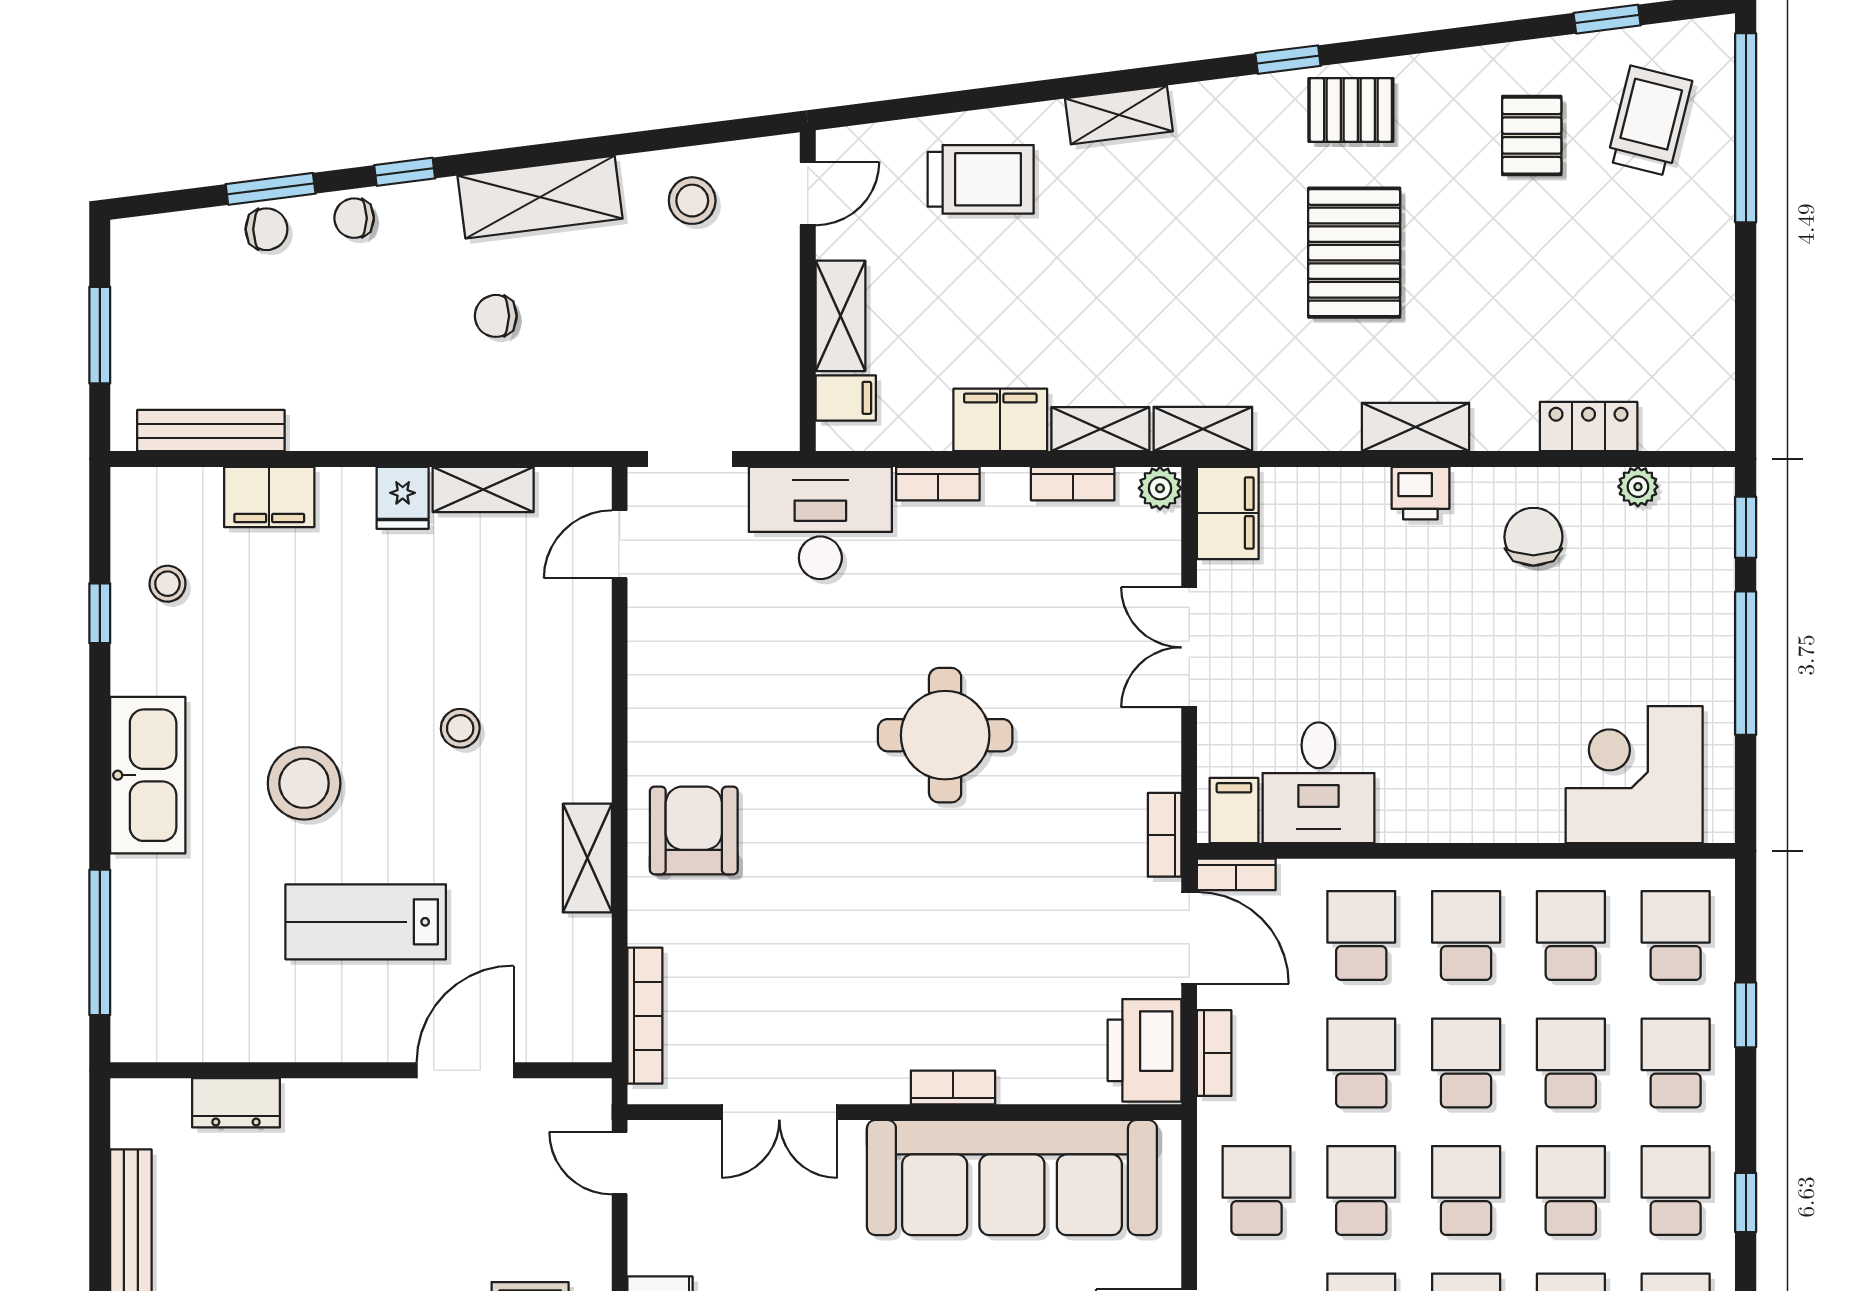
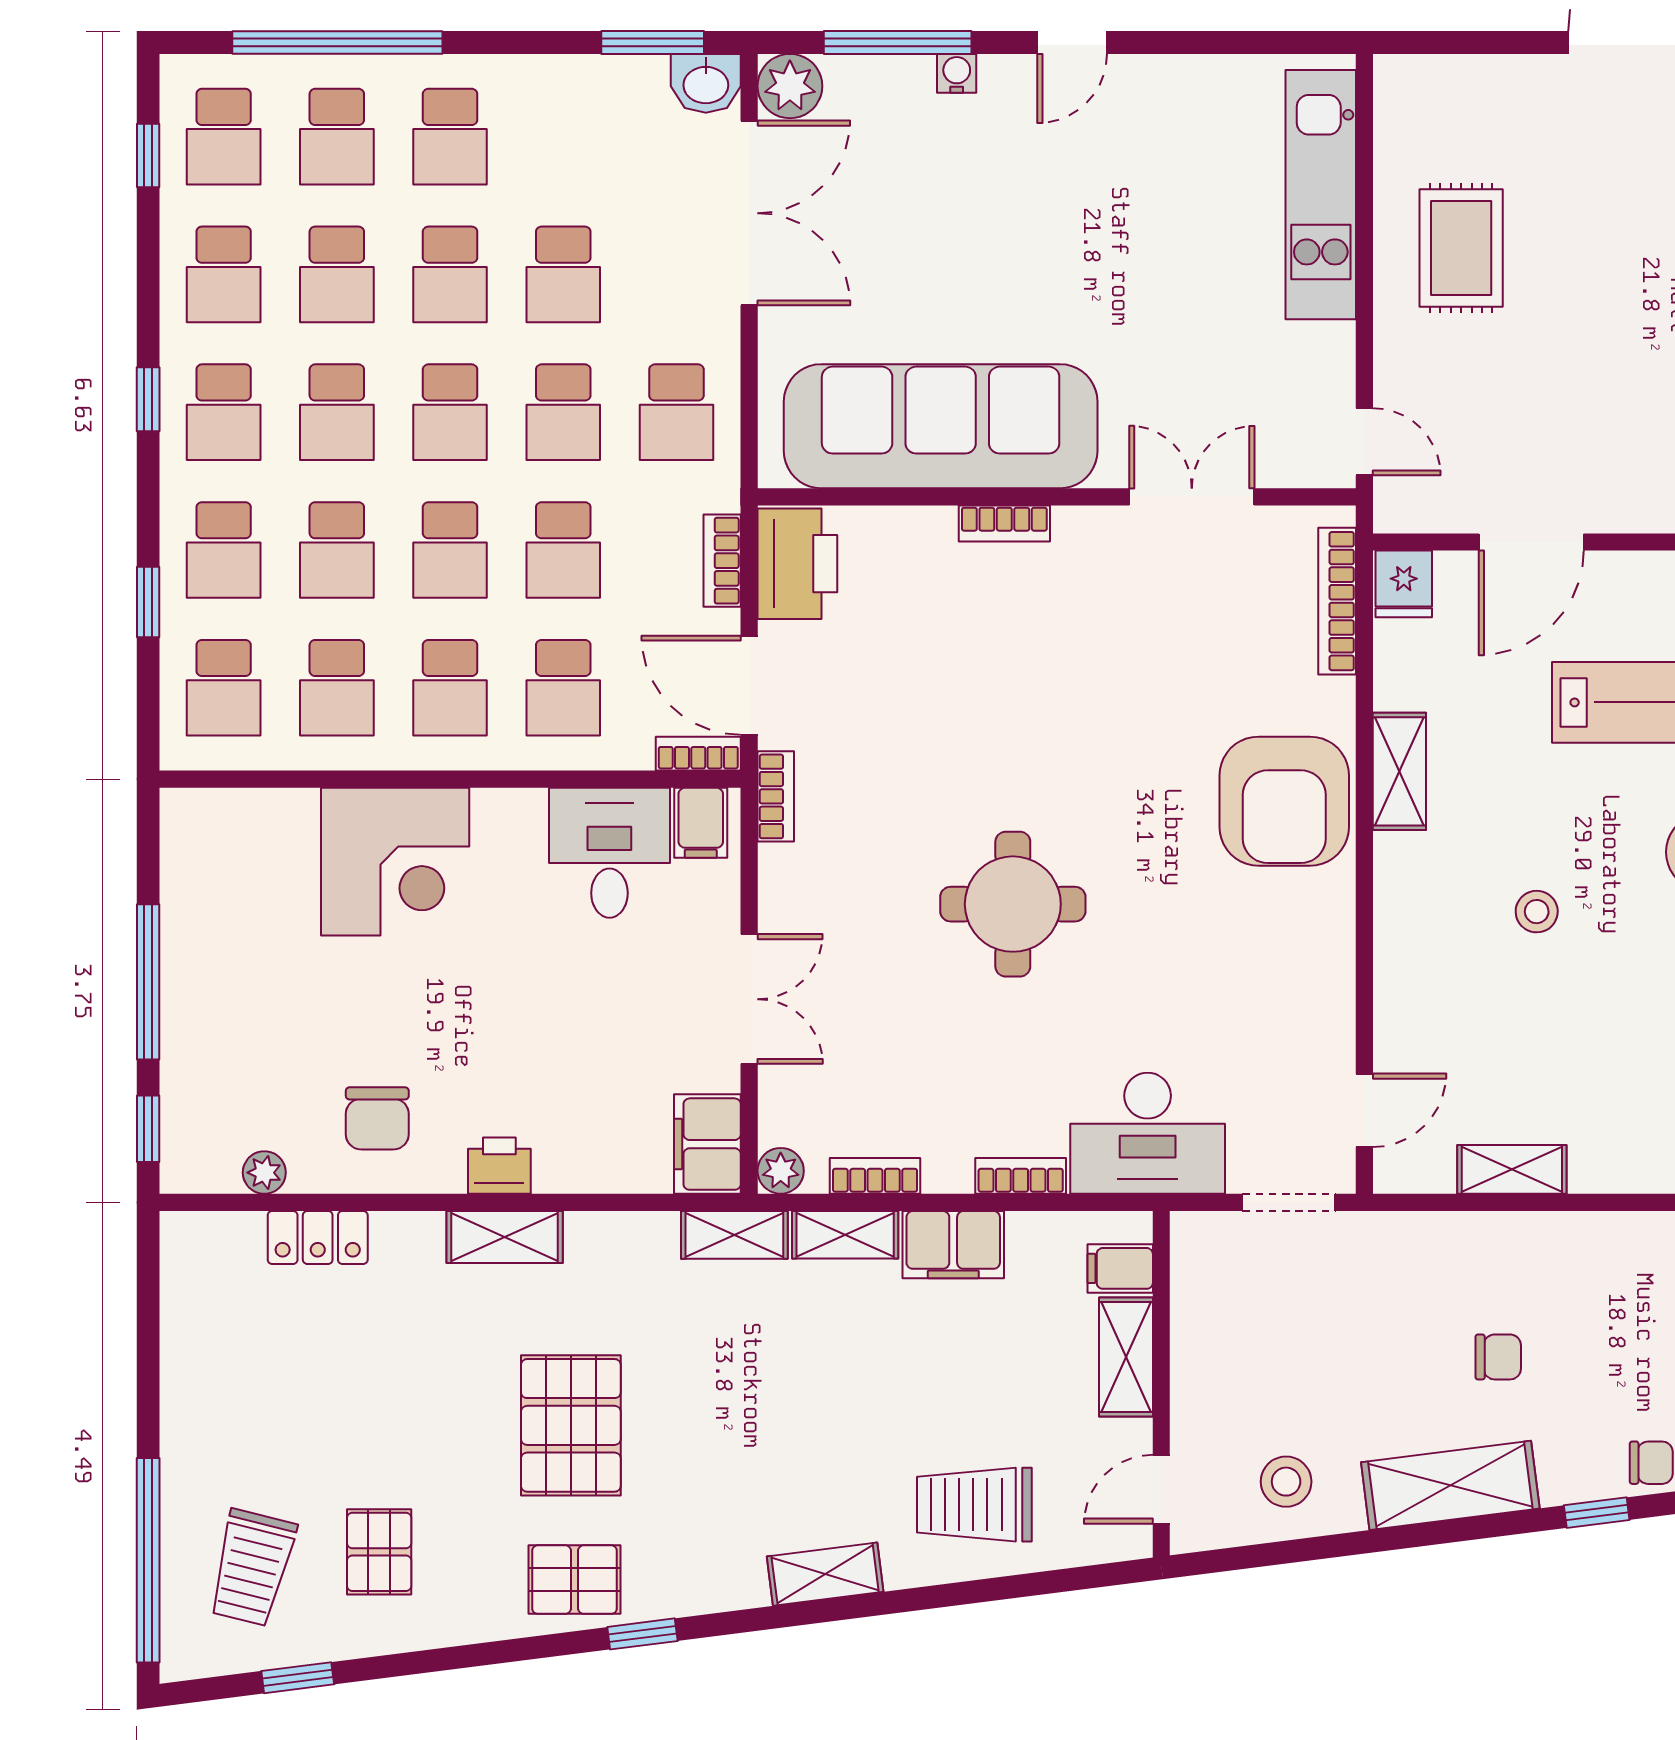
fridge: (403, 498) -> (1404, 584), moved, turned 180
corner desk: (1634, 775) -> (395, 862), moved
armchair: (694, 830) -> (1284, 801), width x1.36, depth x1.36

